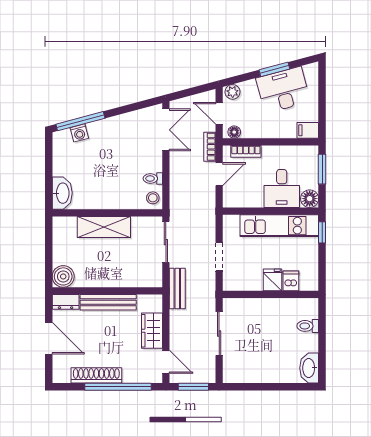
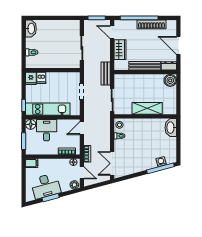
door: (219, 174) -> (82, 128), moved
fridge: (273, 280) -> (31, 78), moved

